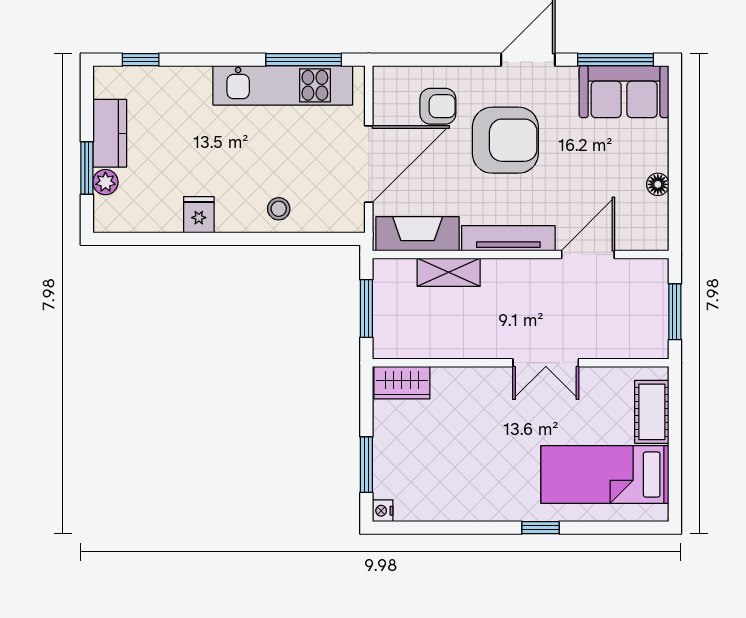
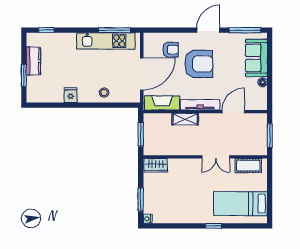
sofa: (624, 92) -> (256, 58), moved, turned 90
plant: (105, 182) -> (32, 81), removed
shelving: (449, 272) -> (185, 119), moved
cot: (652, 412) -> (248, 166), moved, turned 90

